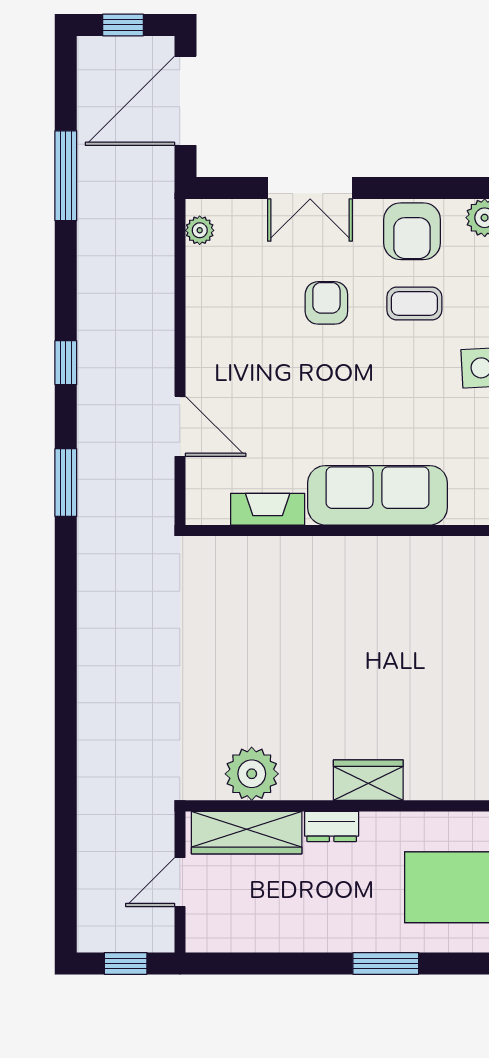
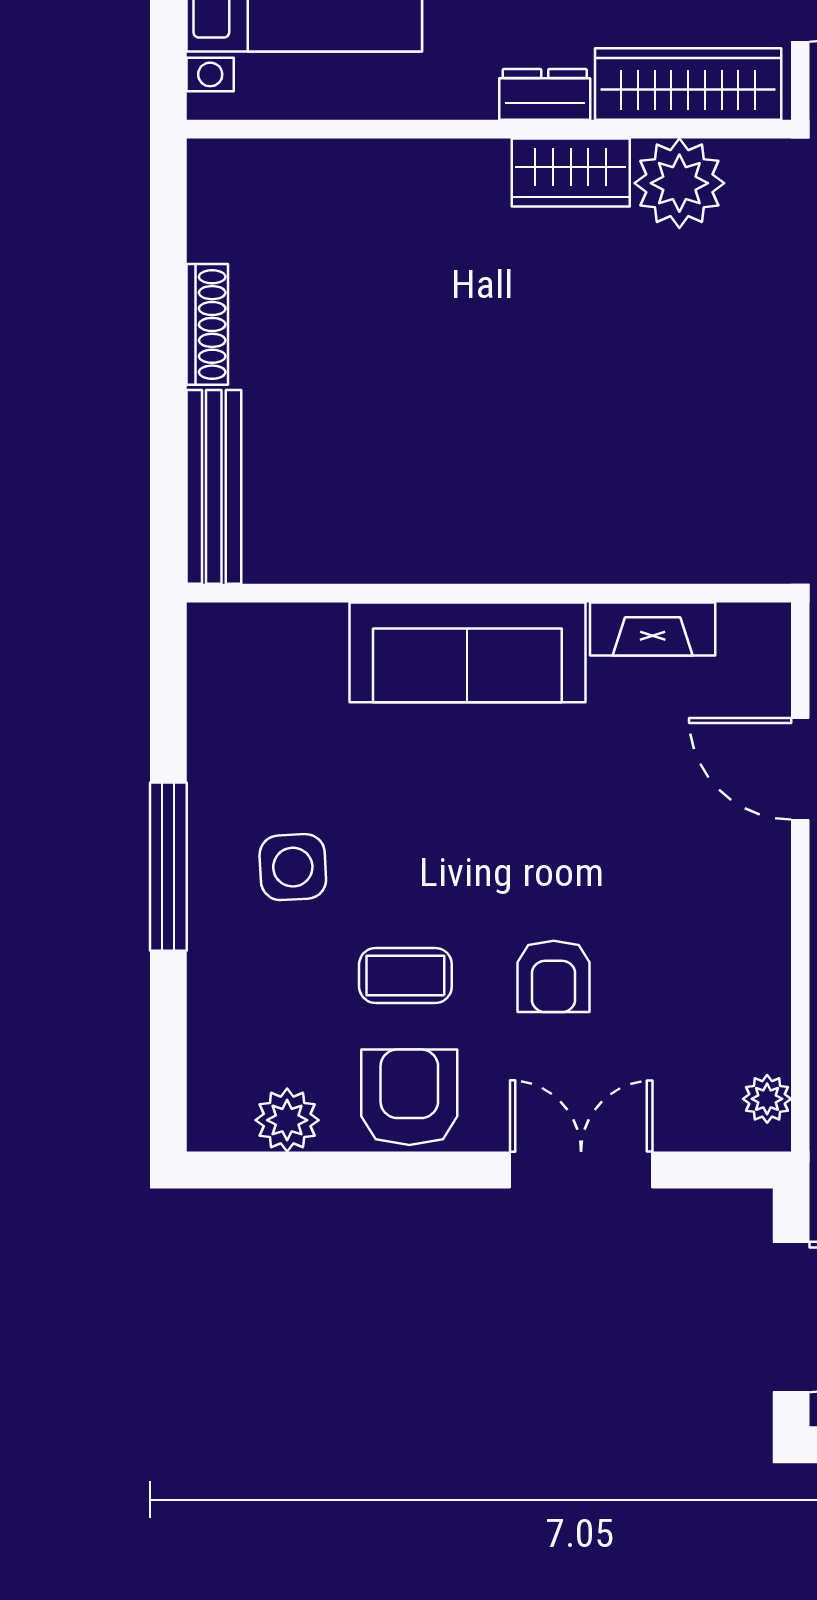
wardrobe: (368, 780) -> (571, 172), moved

